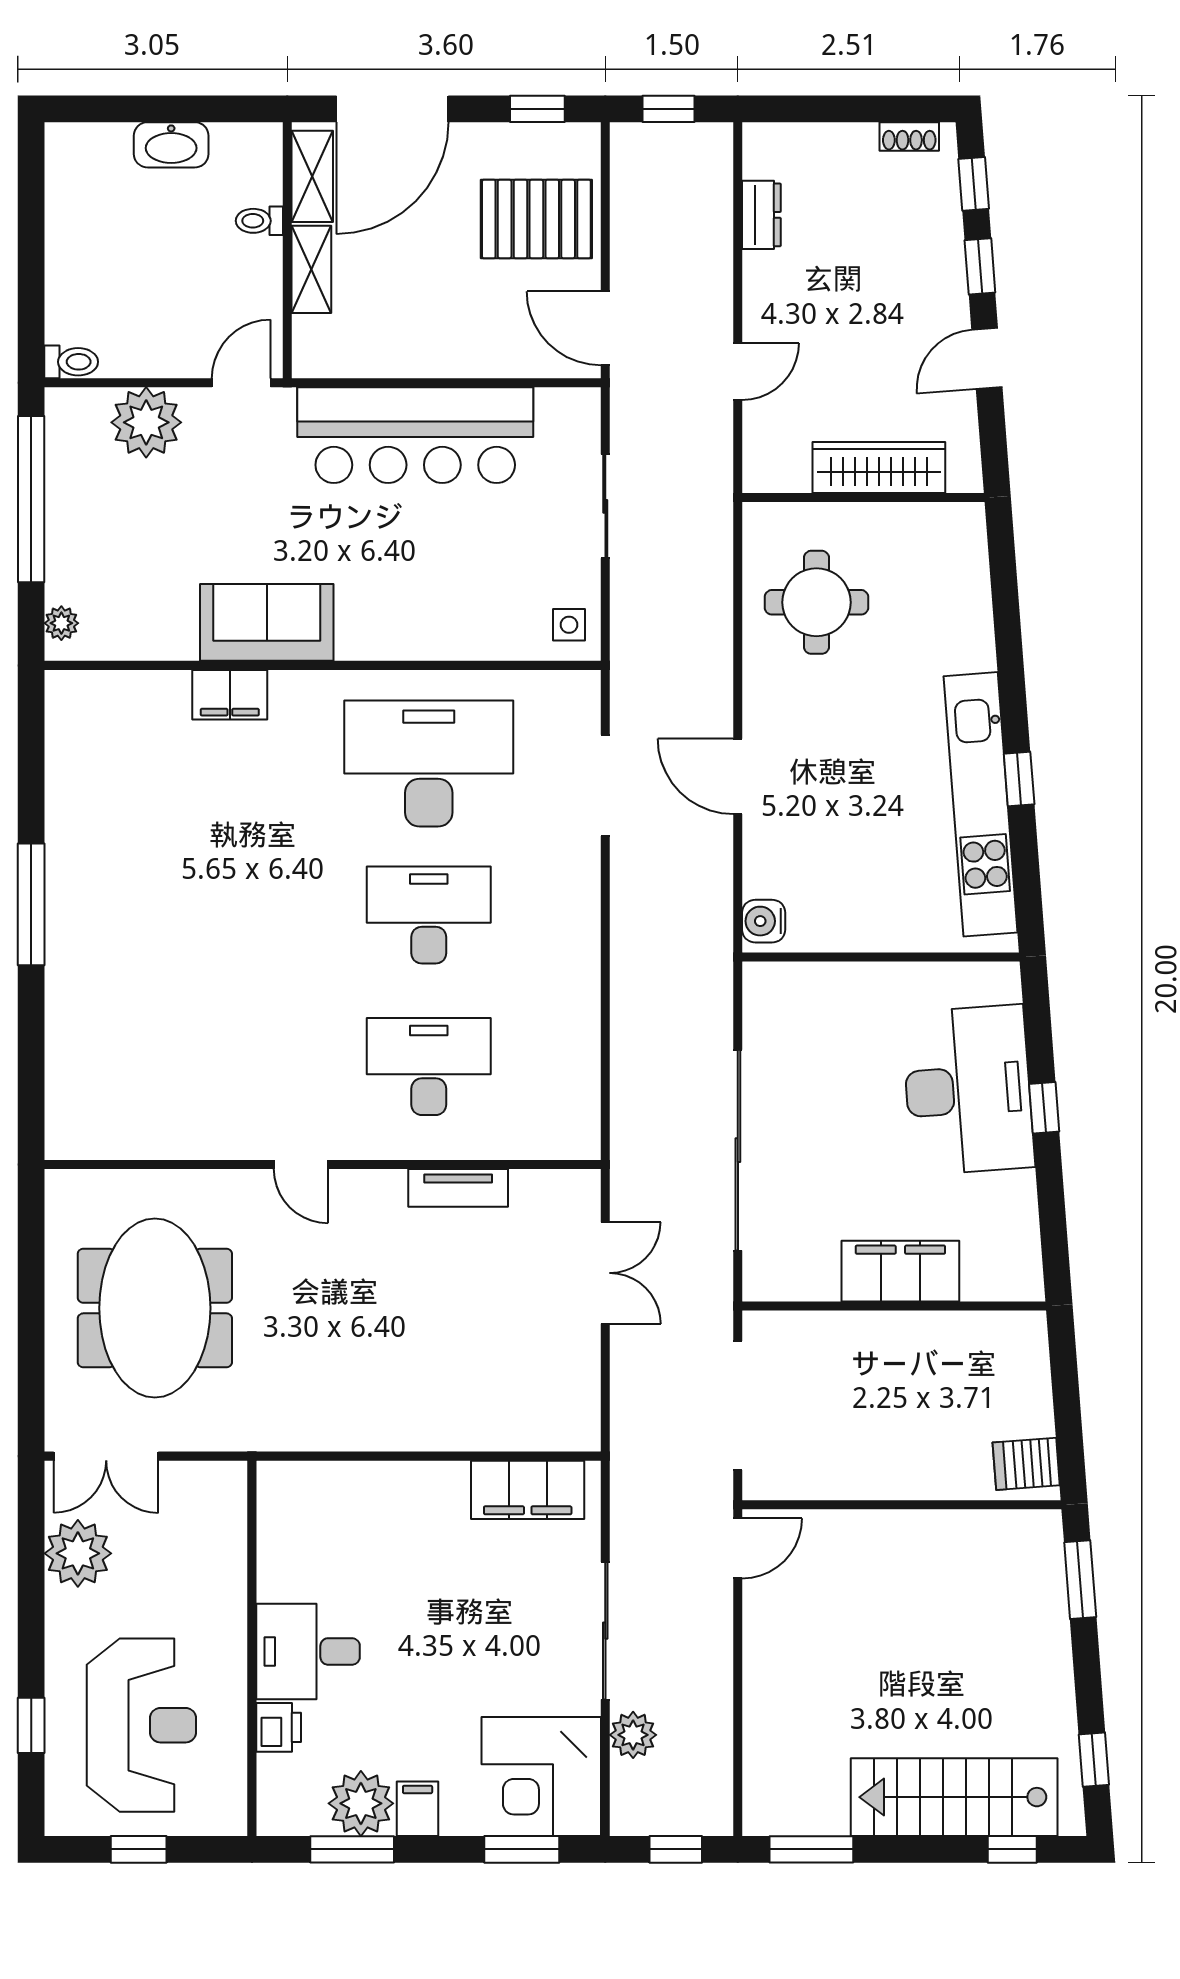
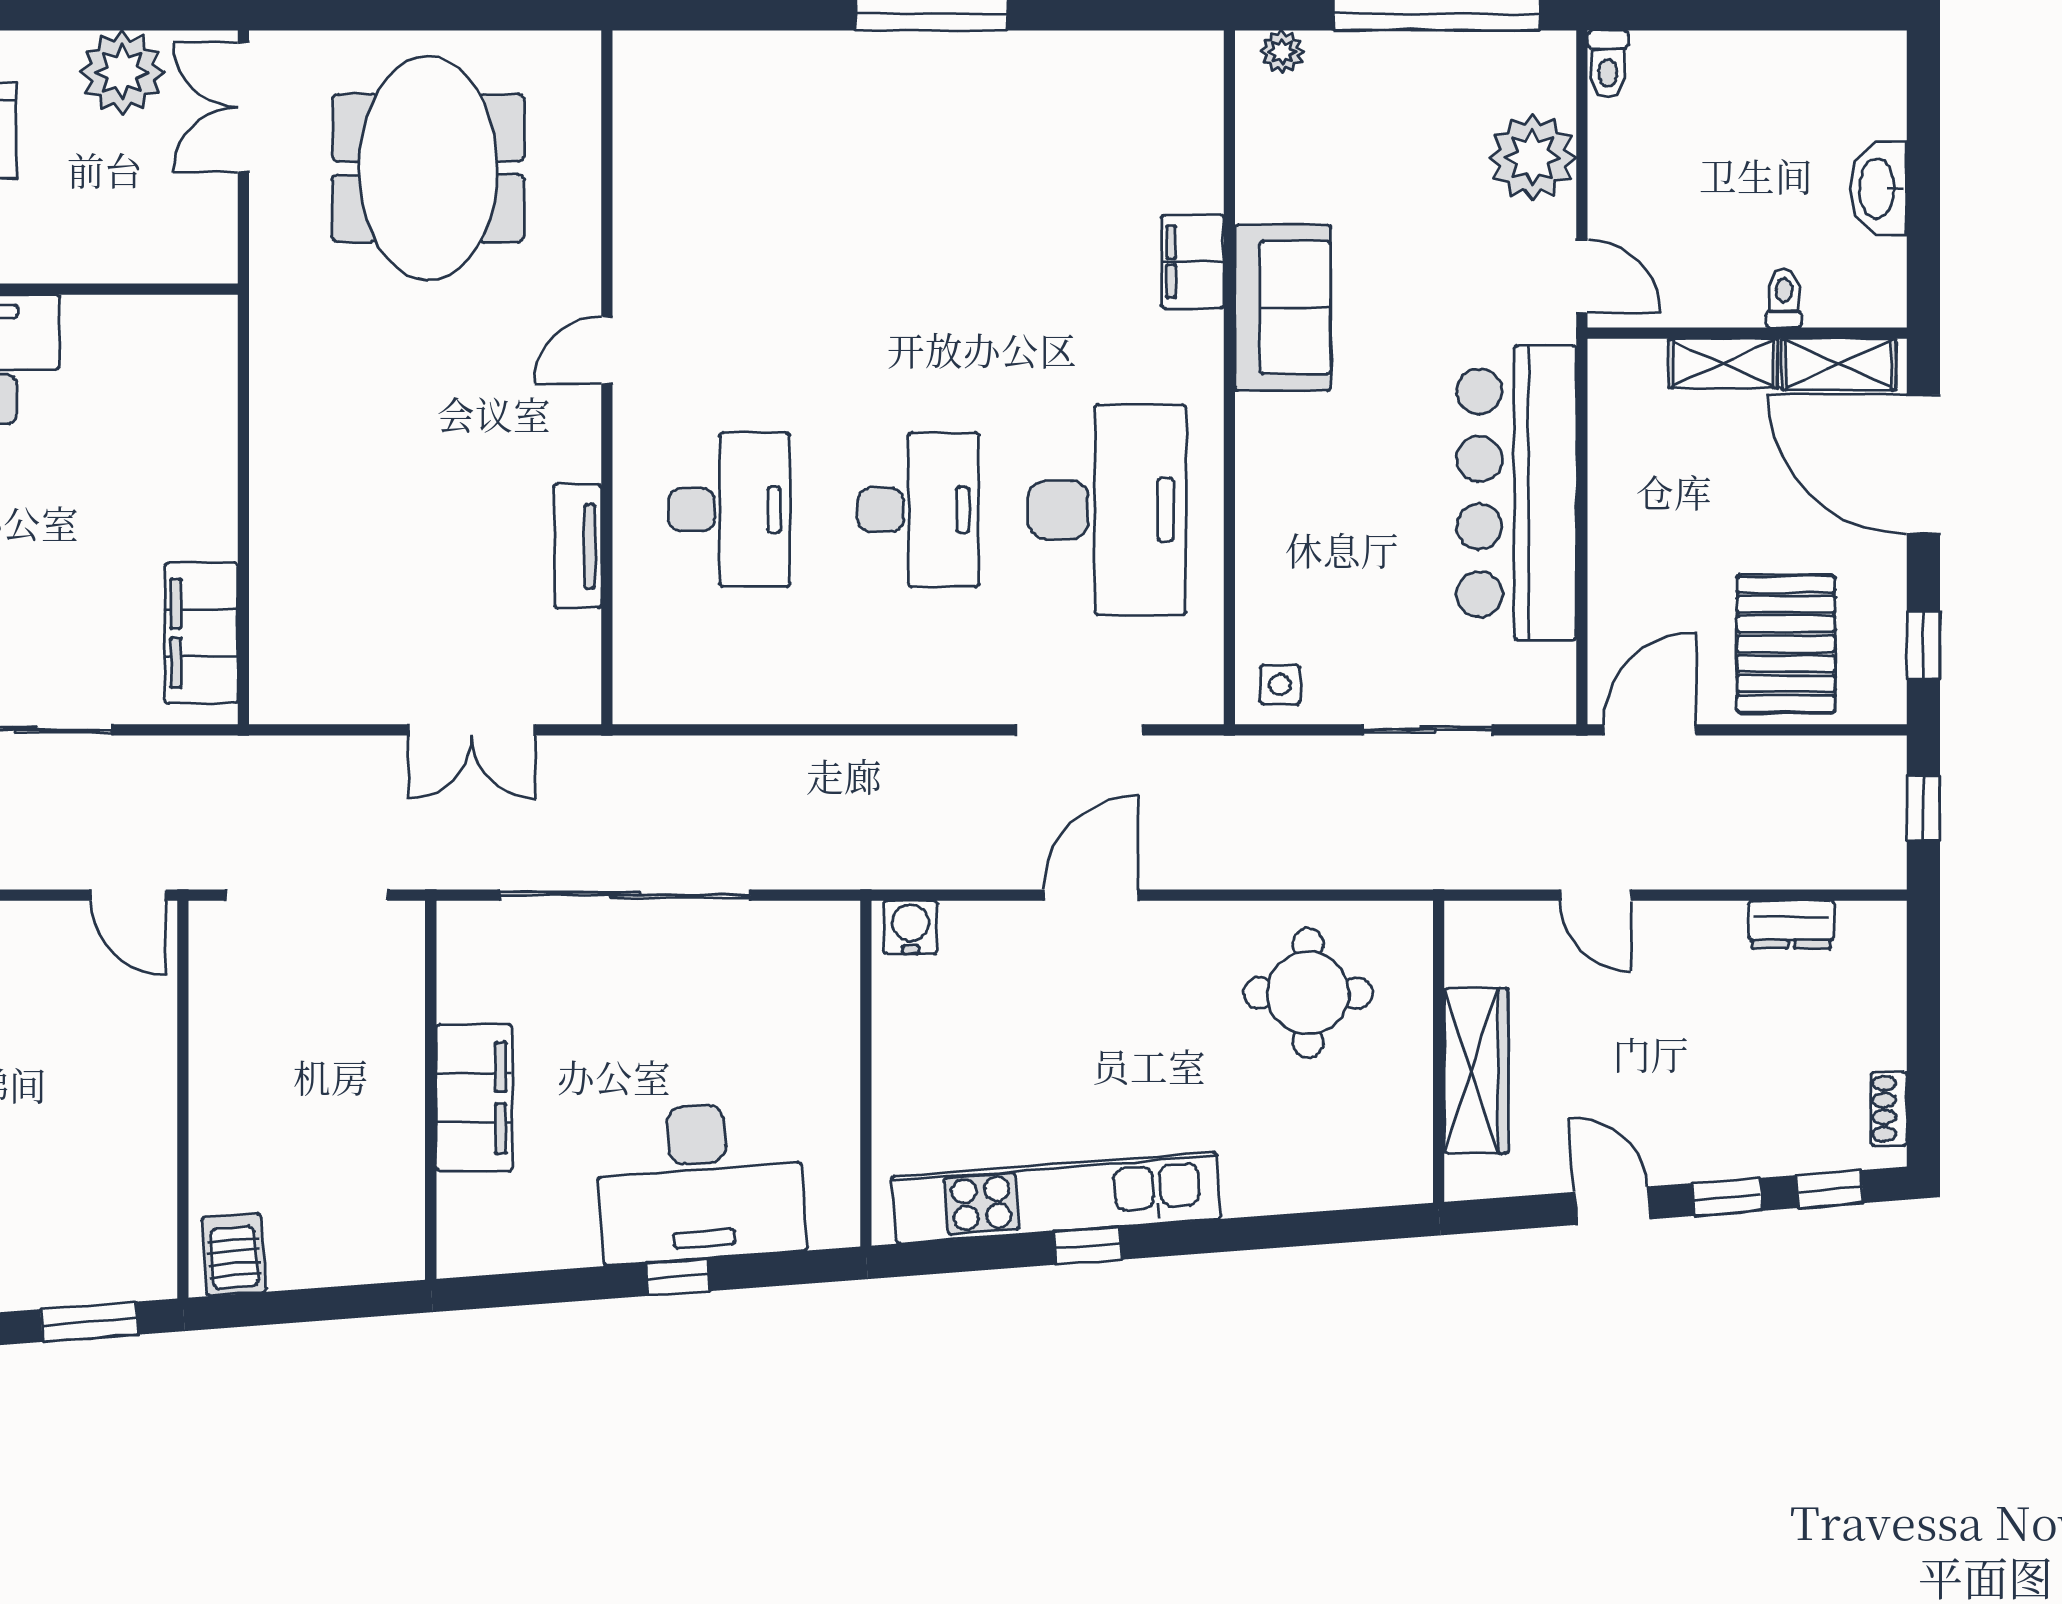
meeting table: (155, 1308) -> (428, 168), turned 90

